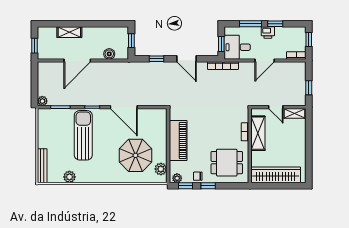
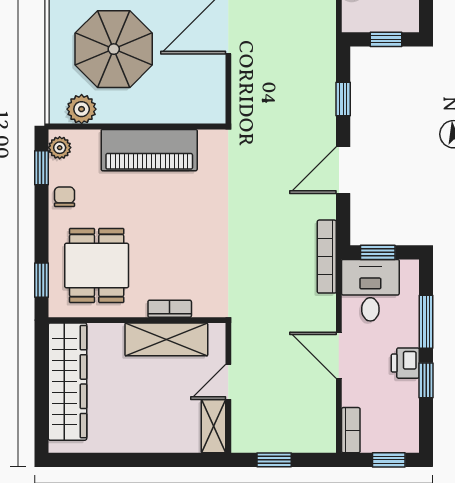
window: (208, 186) -> (42, 280), moved

